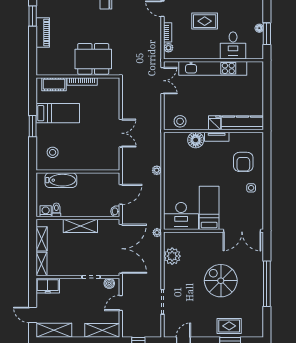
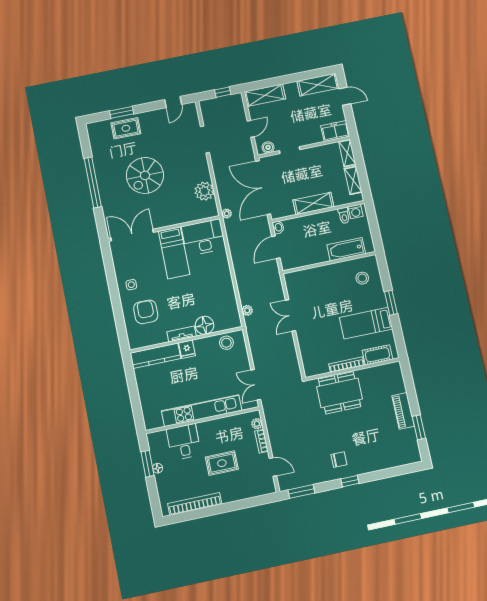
plant: (157, 170) -> (247, 310), moved
spiral stairs: (221, 281) -> (145, 175), turned 90

